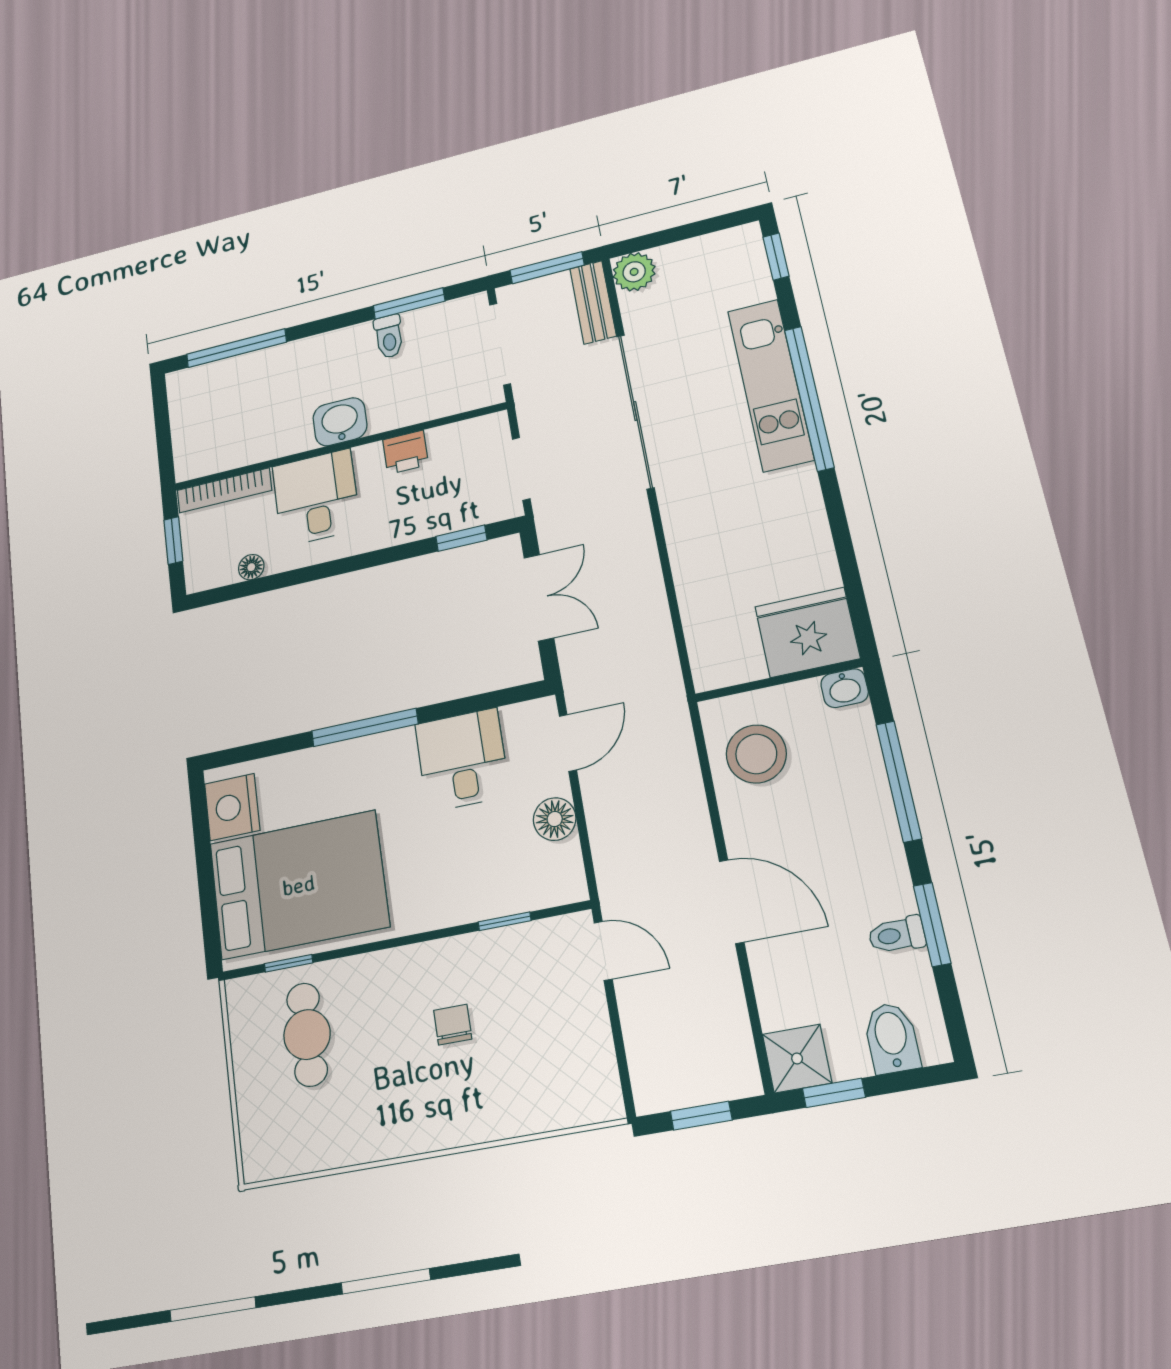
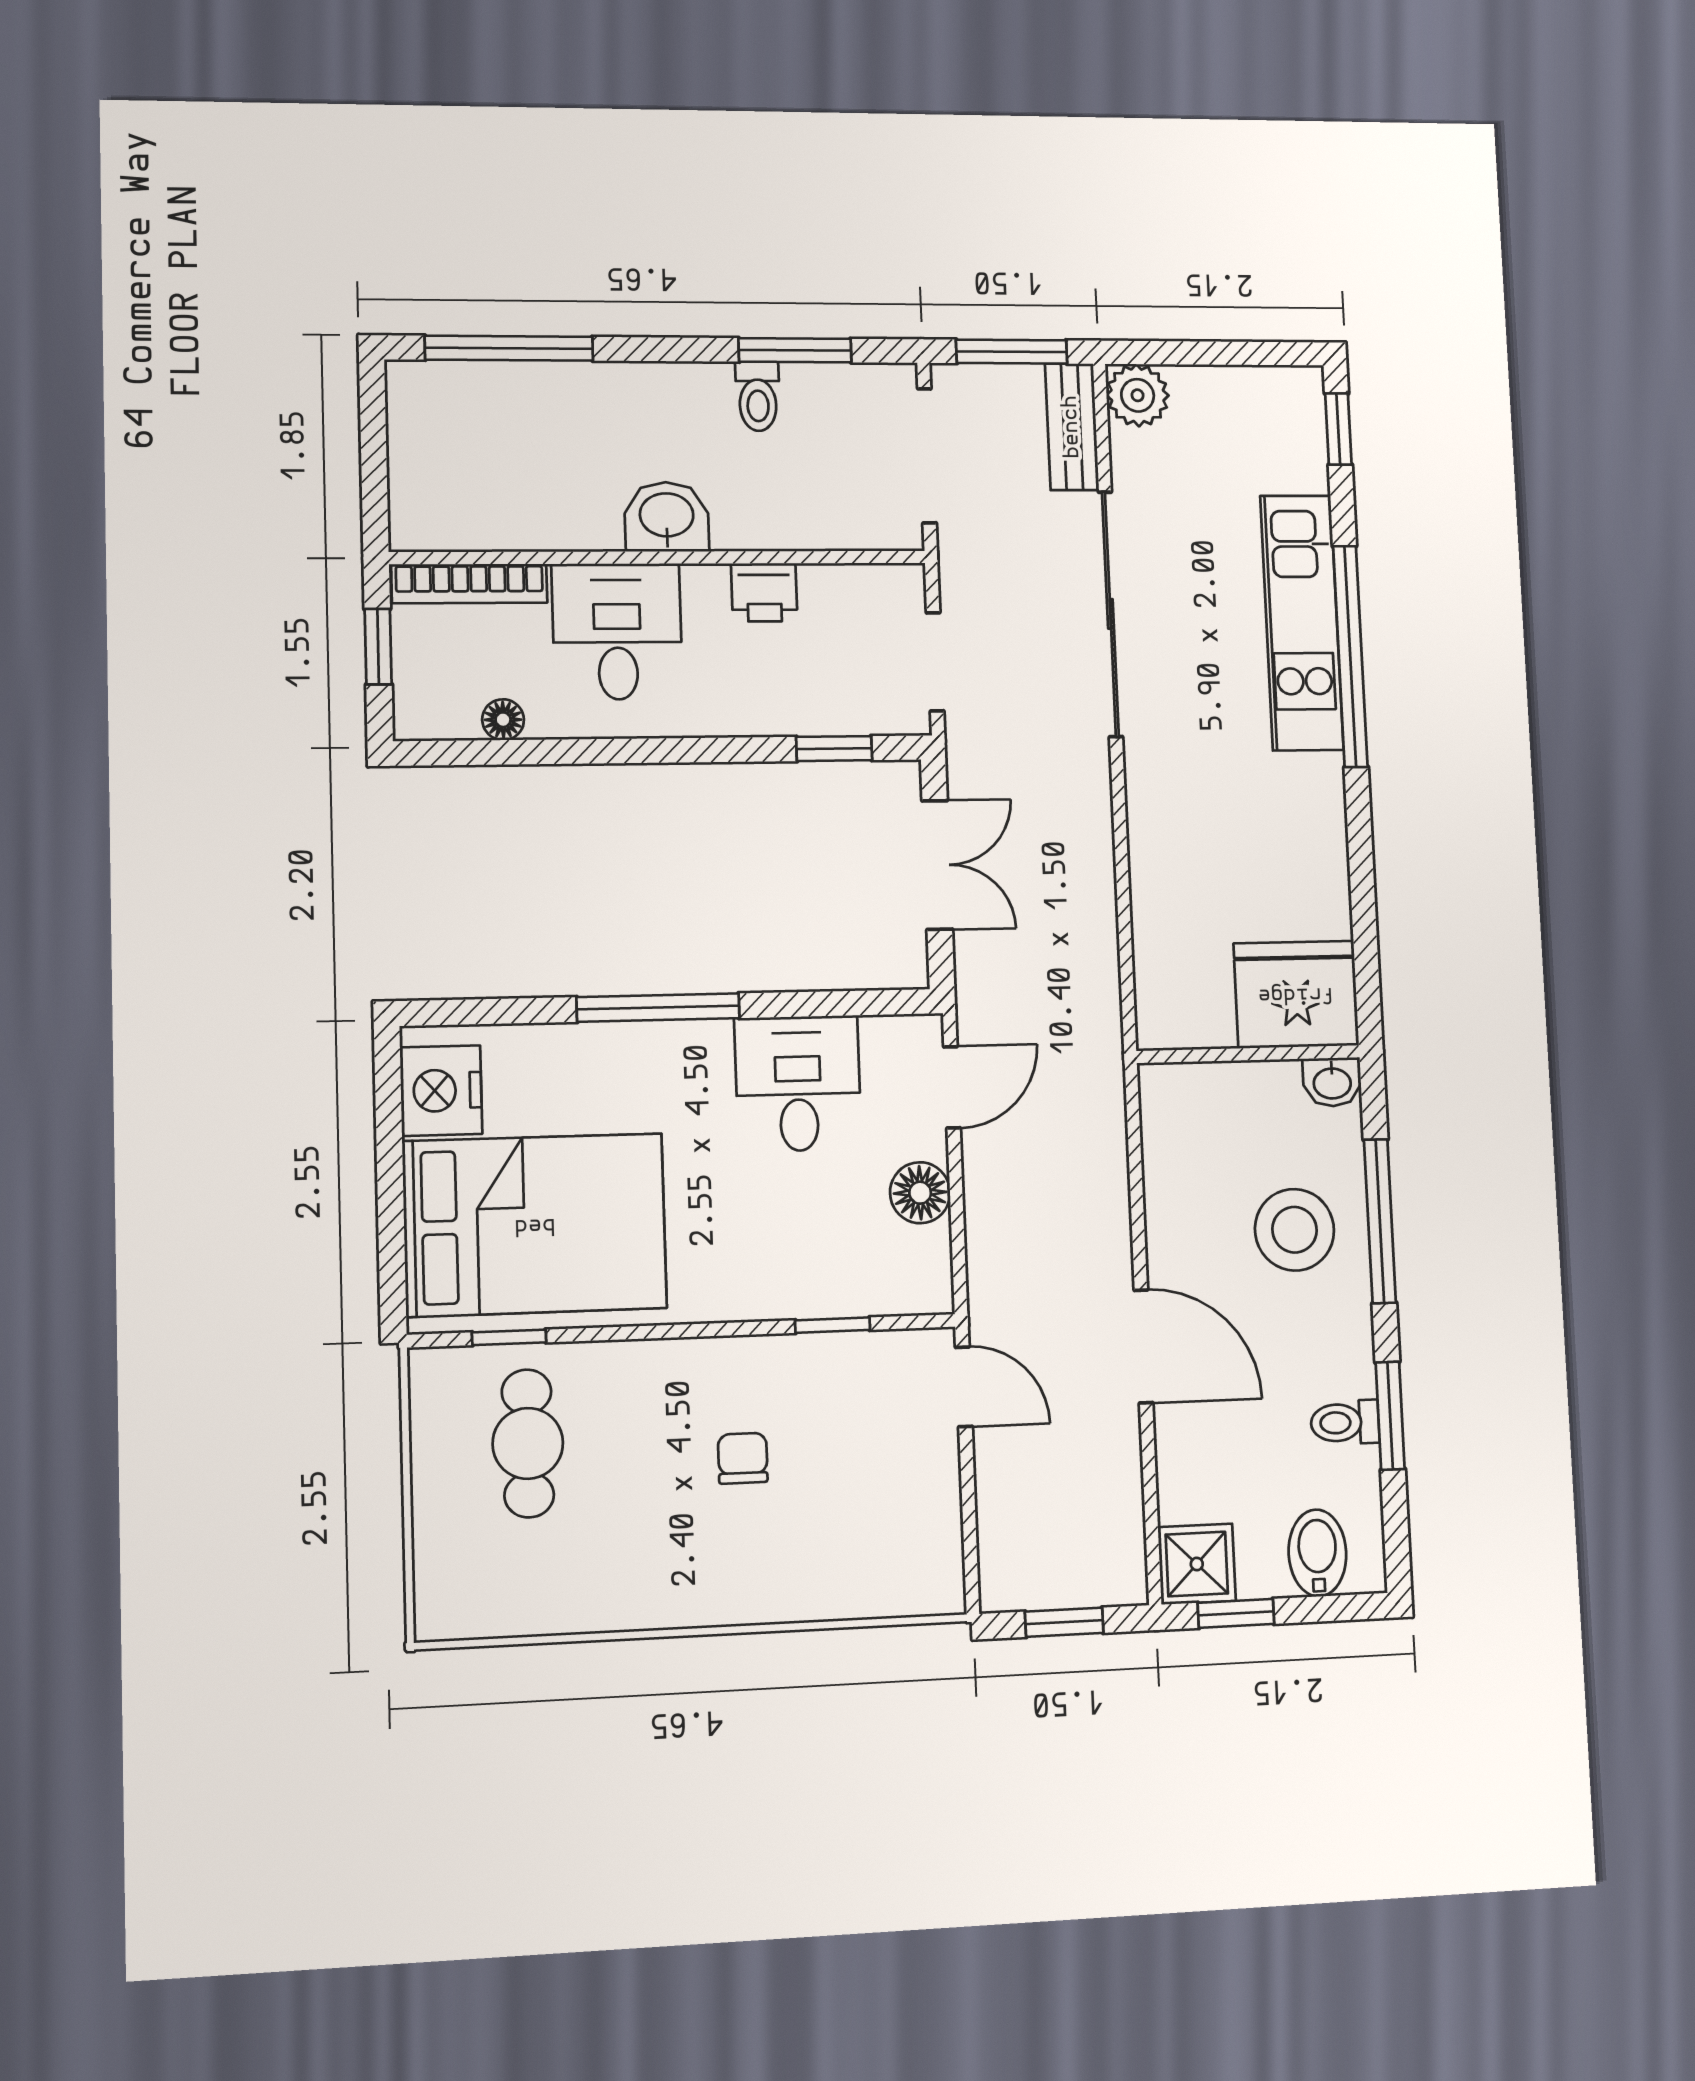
stool: (756, 754) -> (1295, 1230), moved

